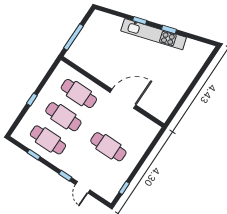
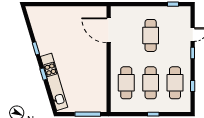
kitchen unit: (154, 34) -> (54, 82), moved
door: (123, 99) -> (109, 30), moved

